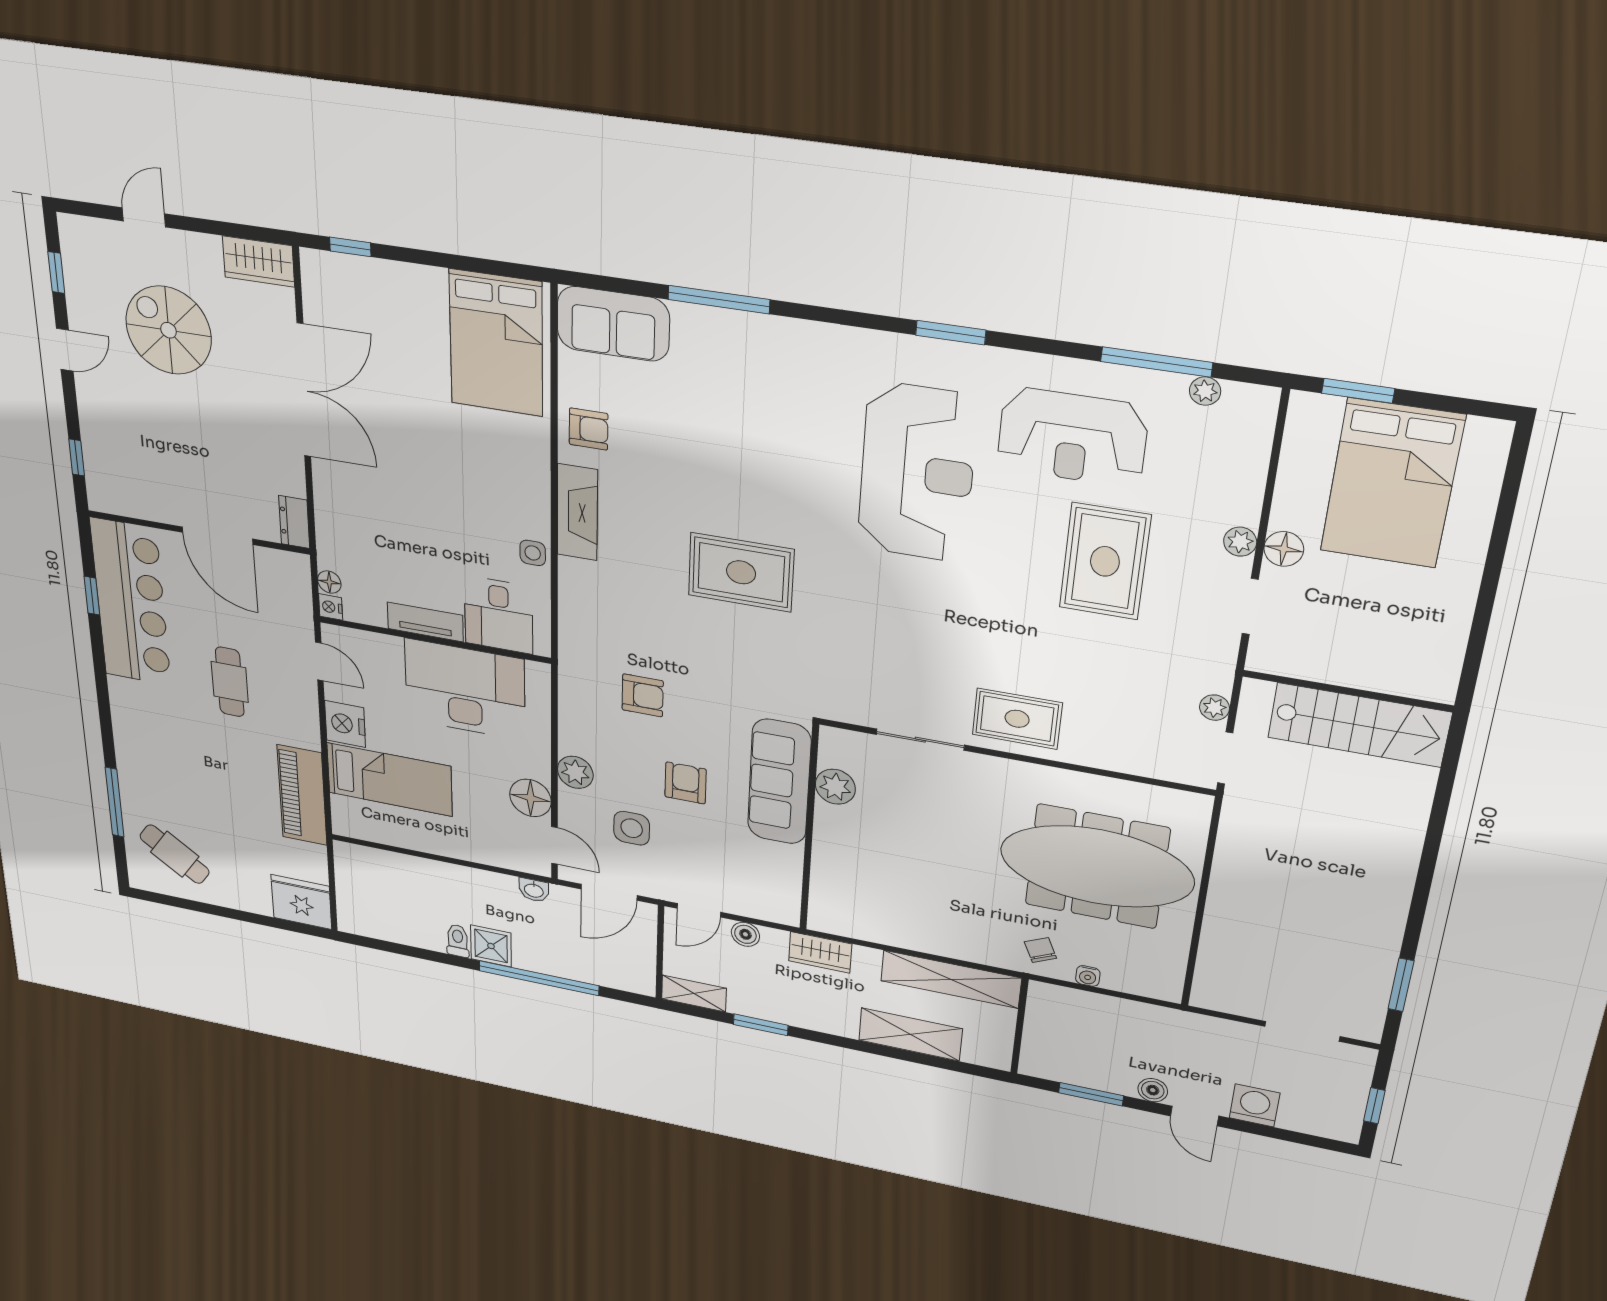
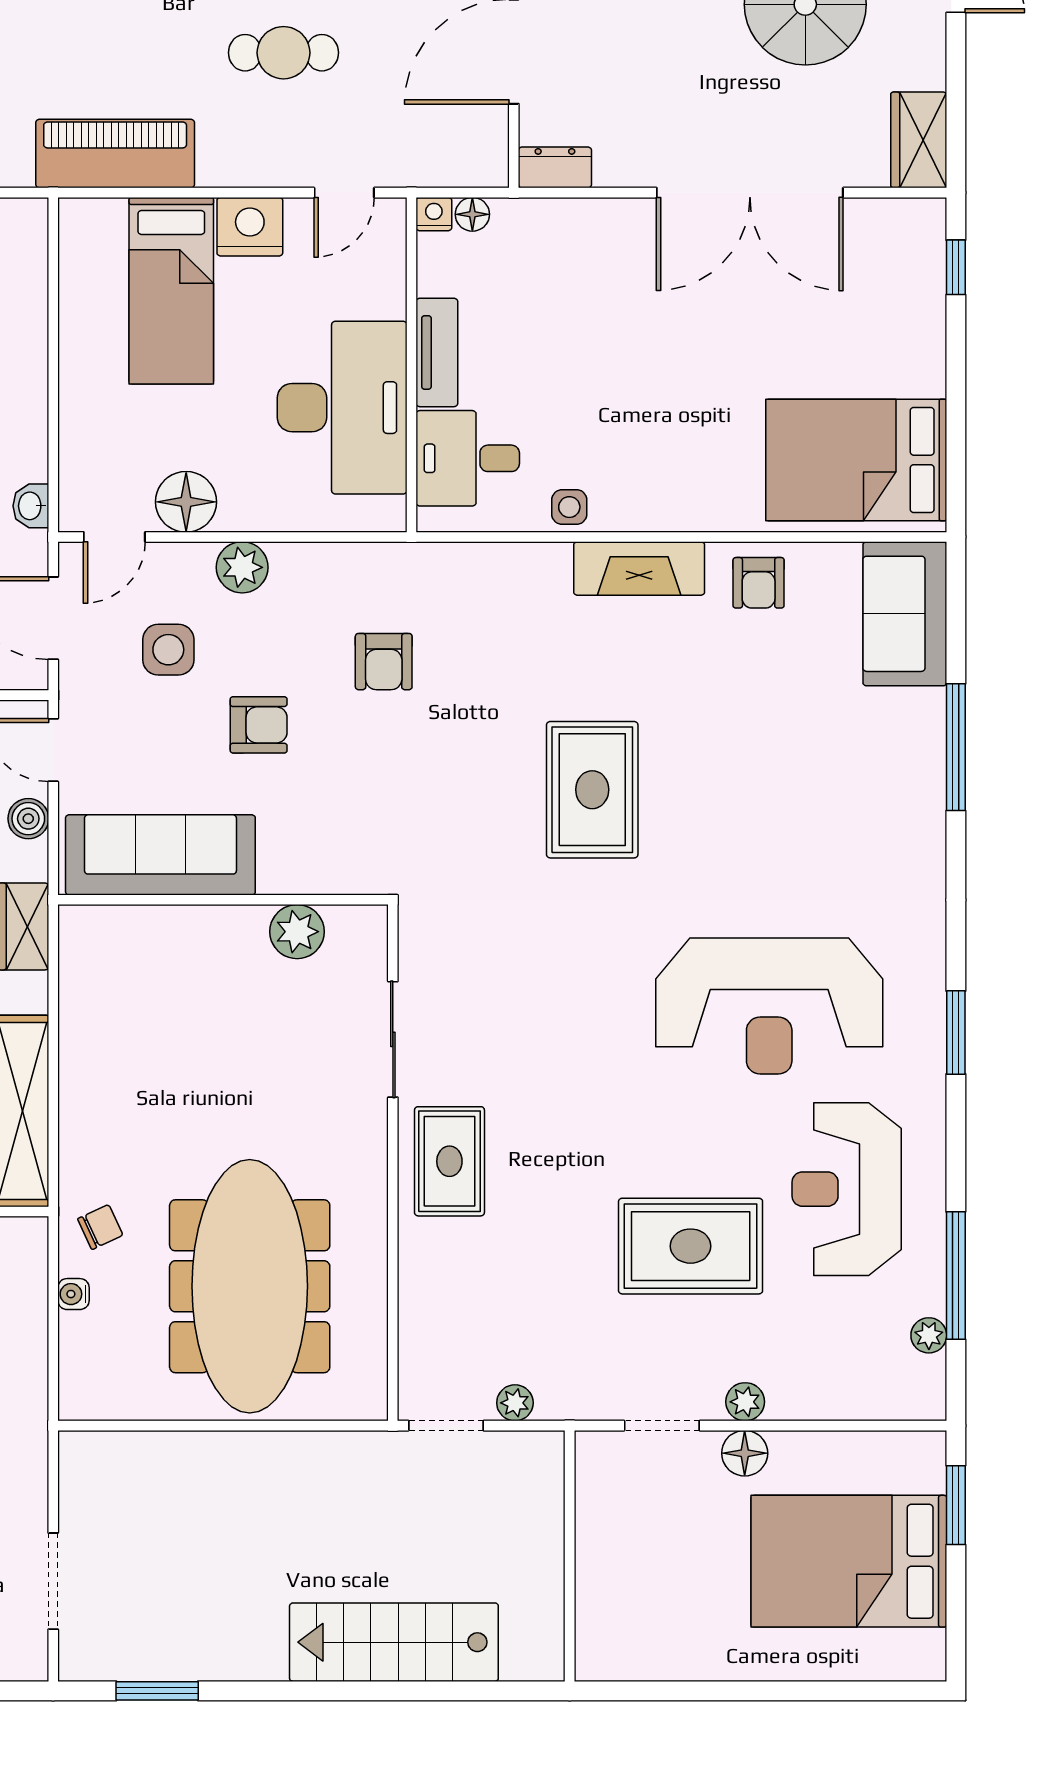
stairs: (1359, 725) -> (394, 1642), moved, turned 90
sofa: (779, 782) -> (160, 855), moved

